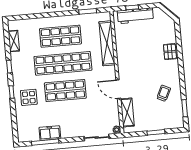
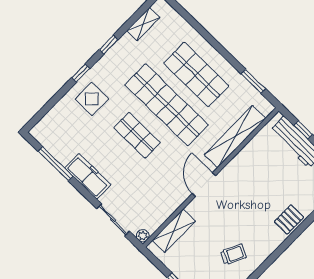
door: (118, 89) -> (204, 185), moved
shop shelf: (65, 90) -> (137, 135), width x0.70, depth x0.74
freezer: (50, 133) -> (88, 176), moved, width x1.40

